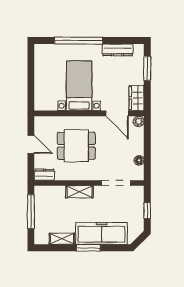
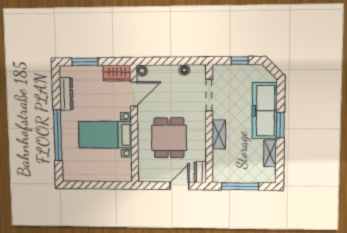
door: (31, 144) -> (180, 186), moved

